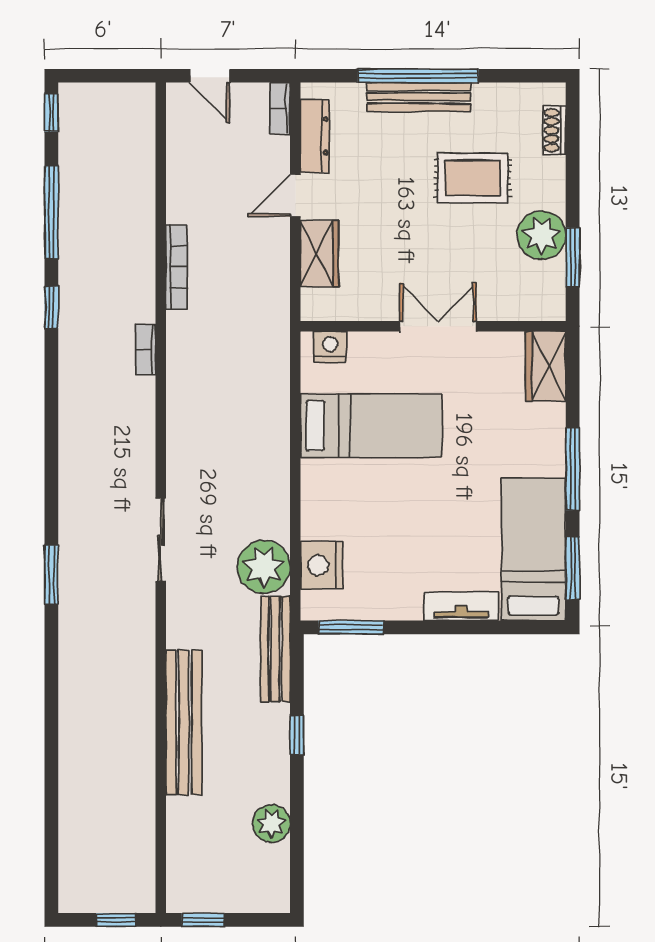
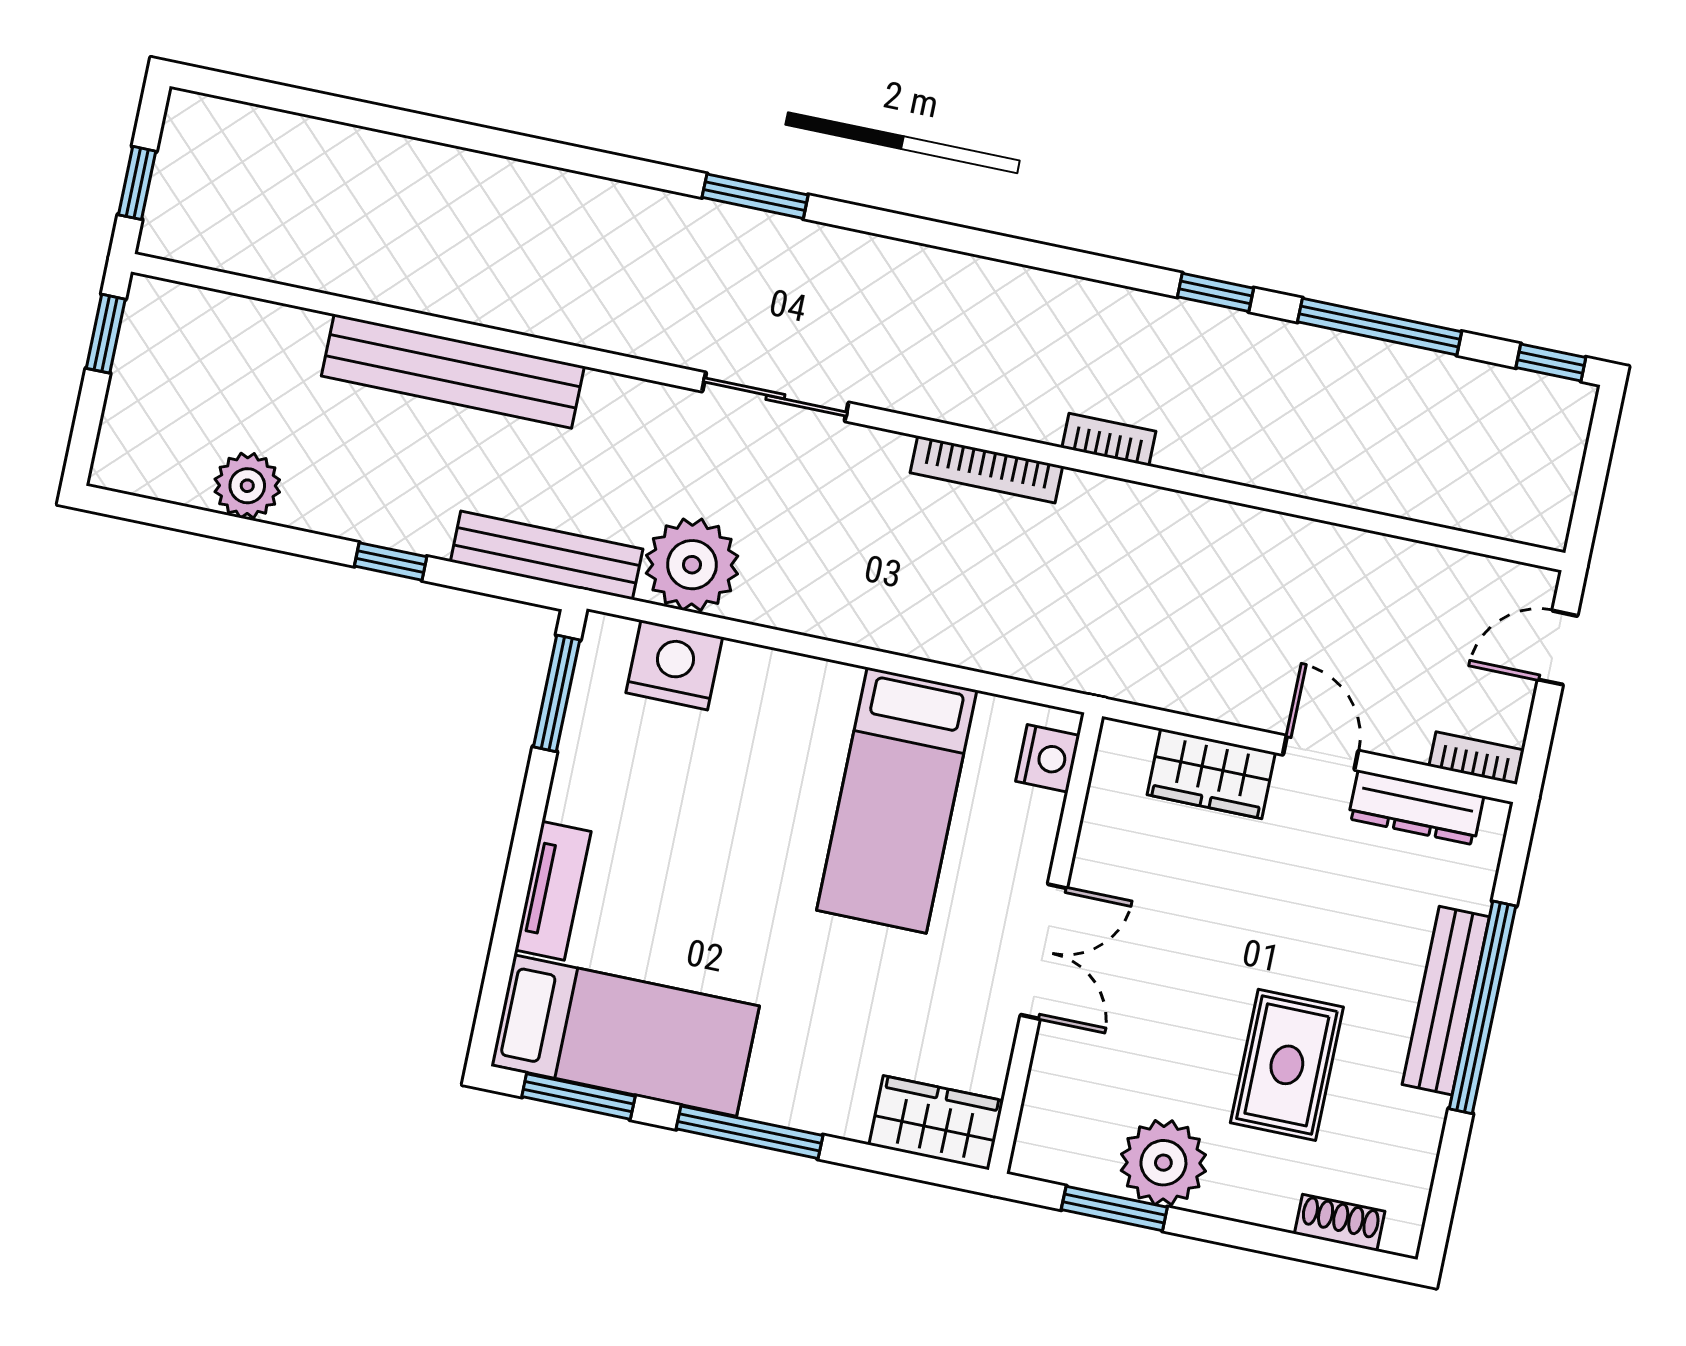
bookcase: (177, 267) -> (986, 469), moved

